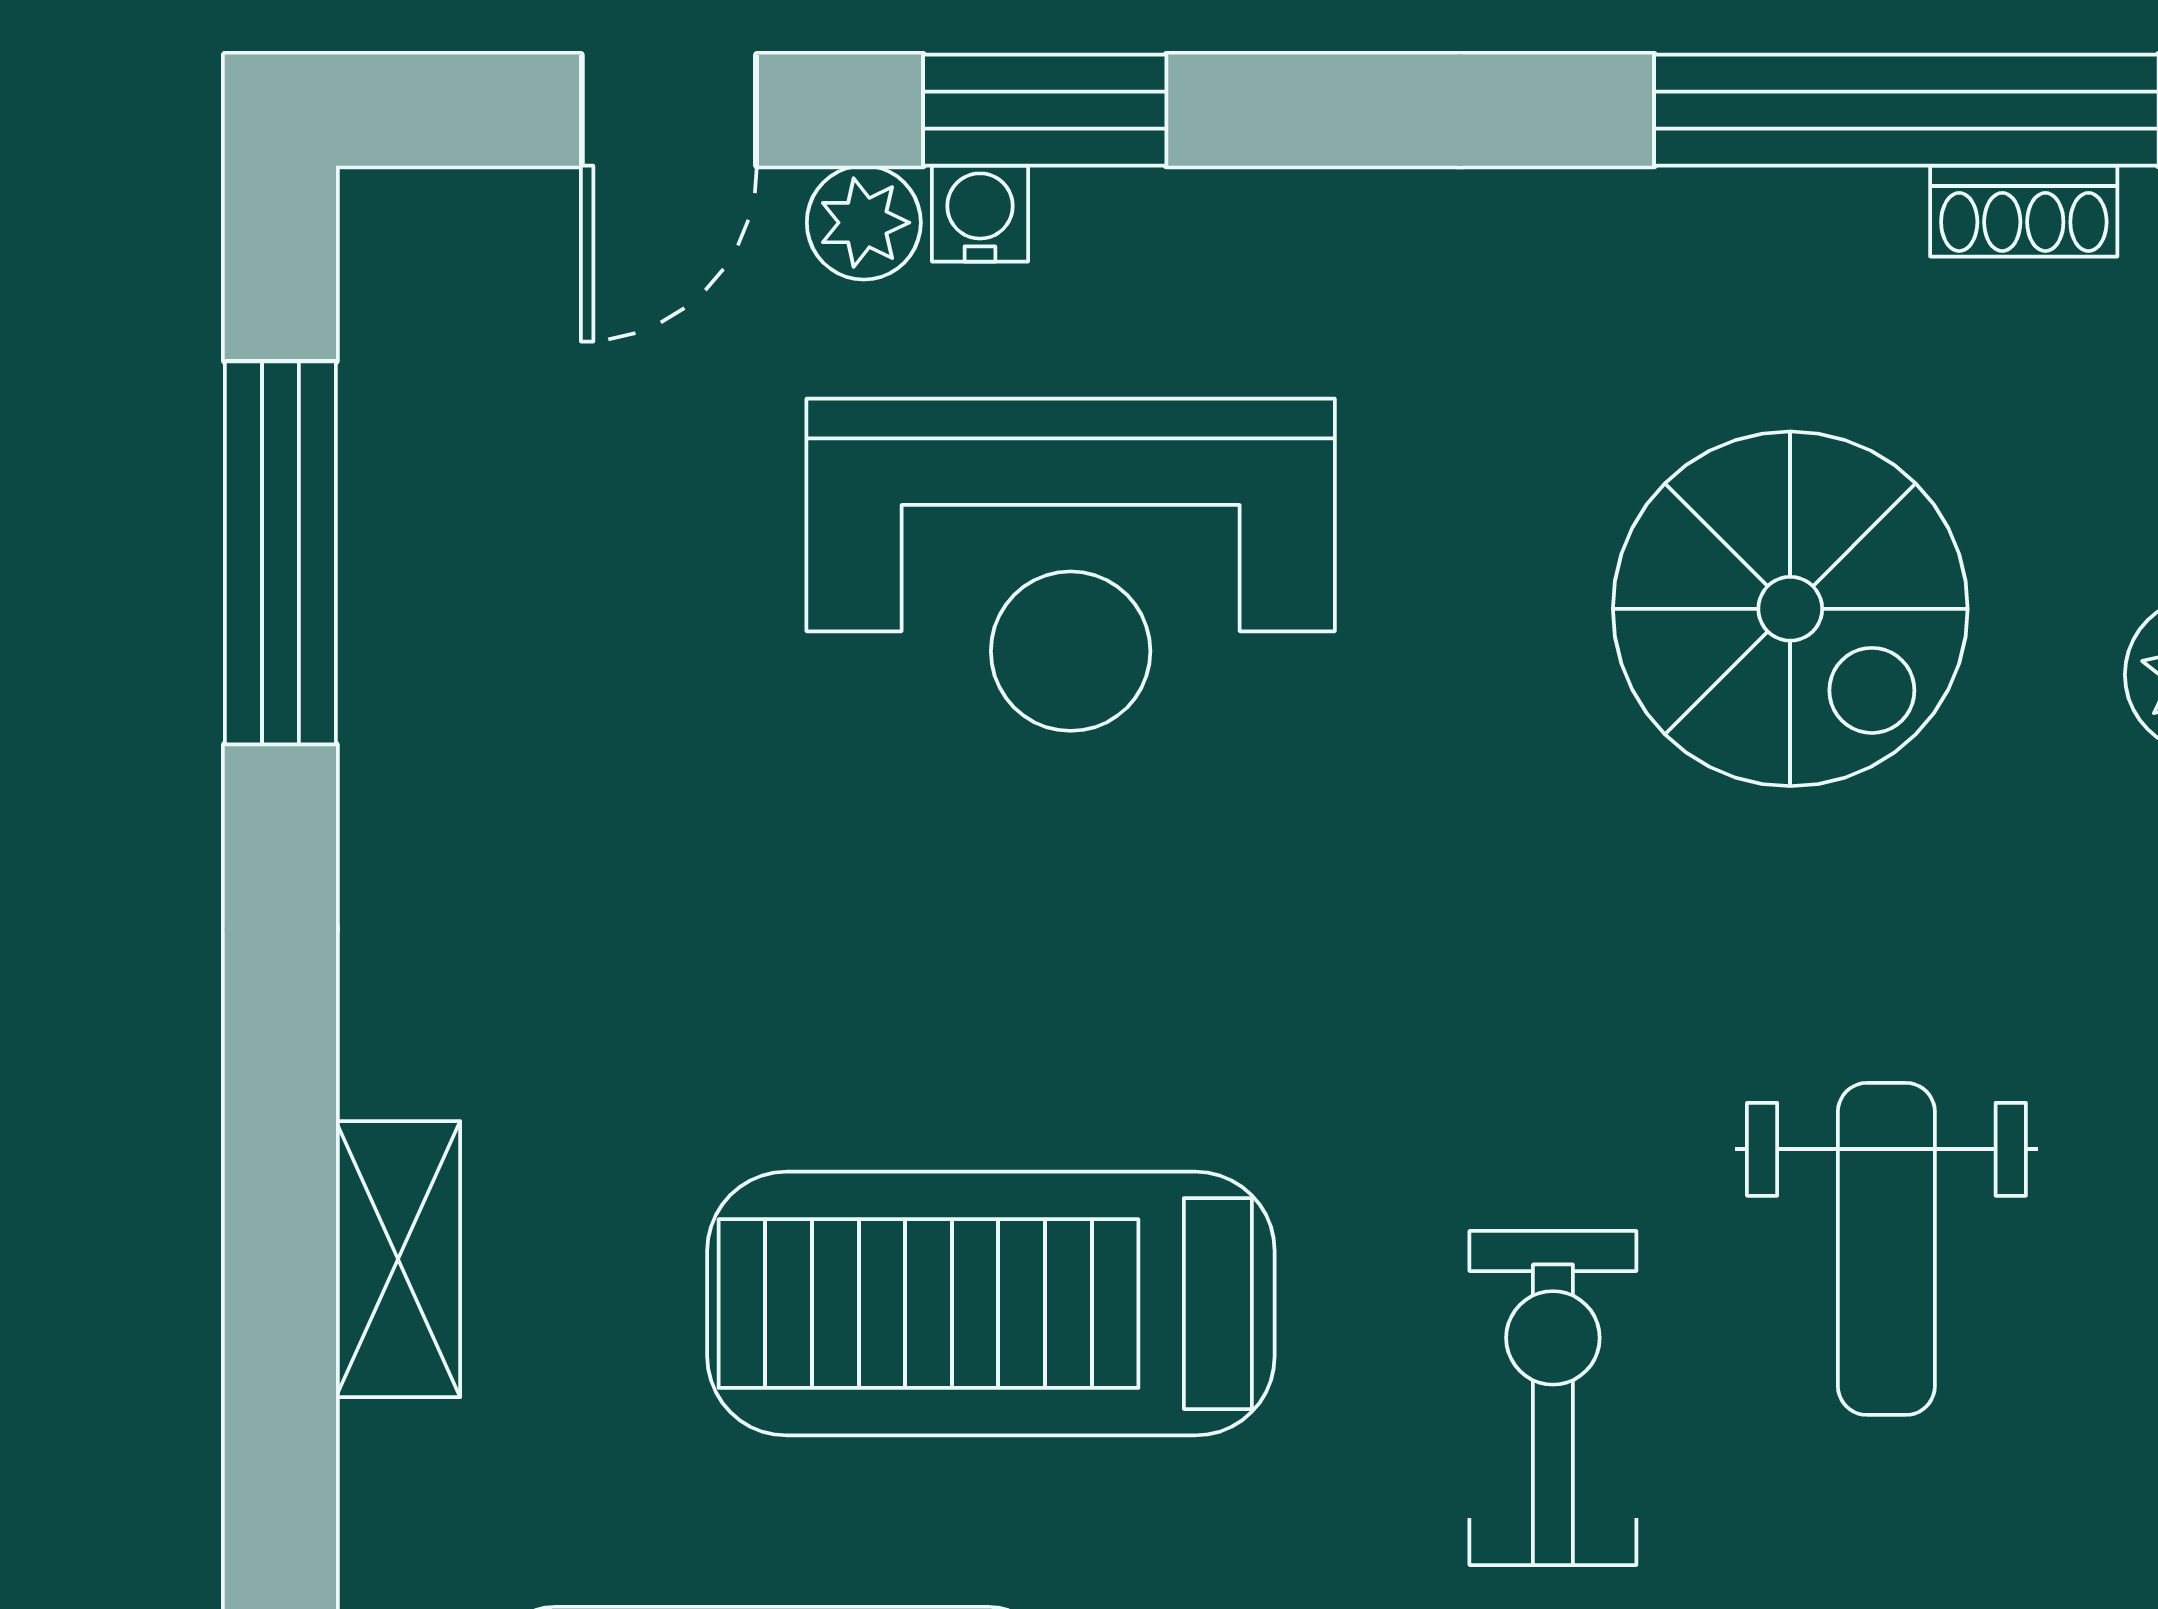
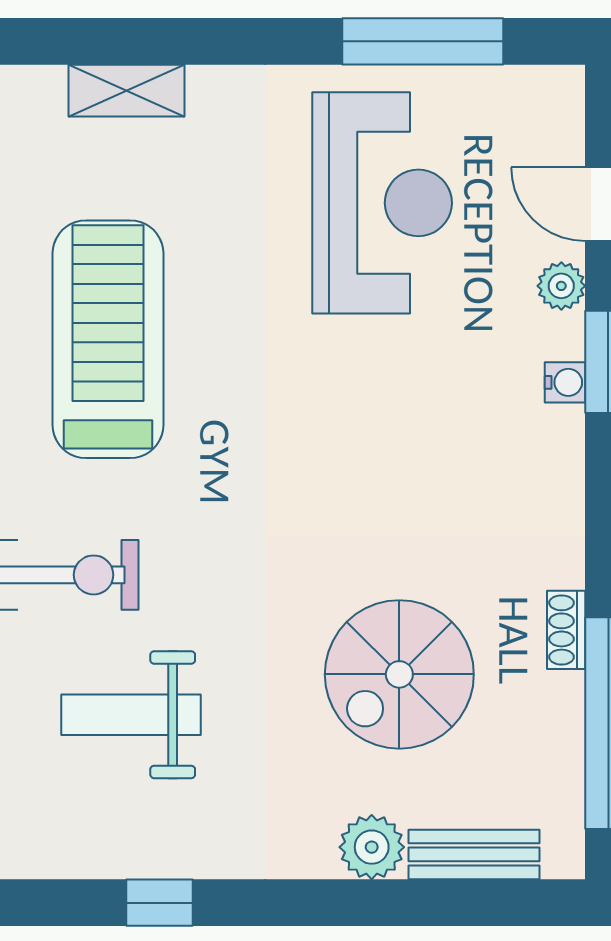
shoe rack: (2024, 211) -> (566, 630), moved
water cooler: (980, 214) -> (565, 382), moved
reception desk: (1071, 565) -> (382, 203), moved, turned 180

